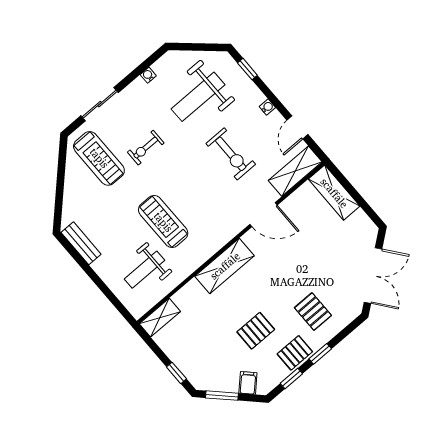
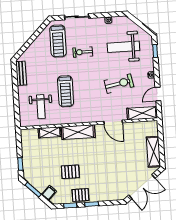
exercise bike: (231, 154) -> (119, 84), turned -101
shelving: (334, 193) -> (153, 152), moved
treadmill: (163, 222) -> (66, 91), turned 180
weight bench: (144, 270) -> (41, 107), turned -90
pallet: (313, 312) -> (103, 183), removed
shelving: (160, 318) -> (50, 132), moved

